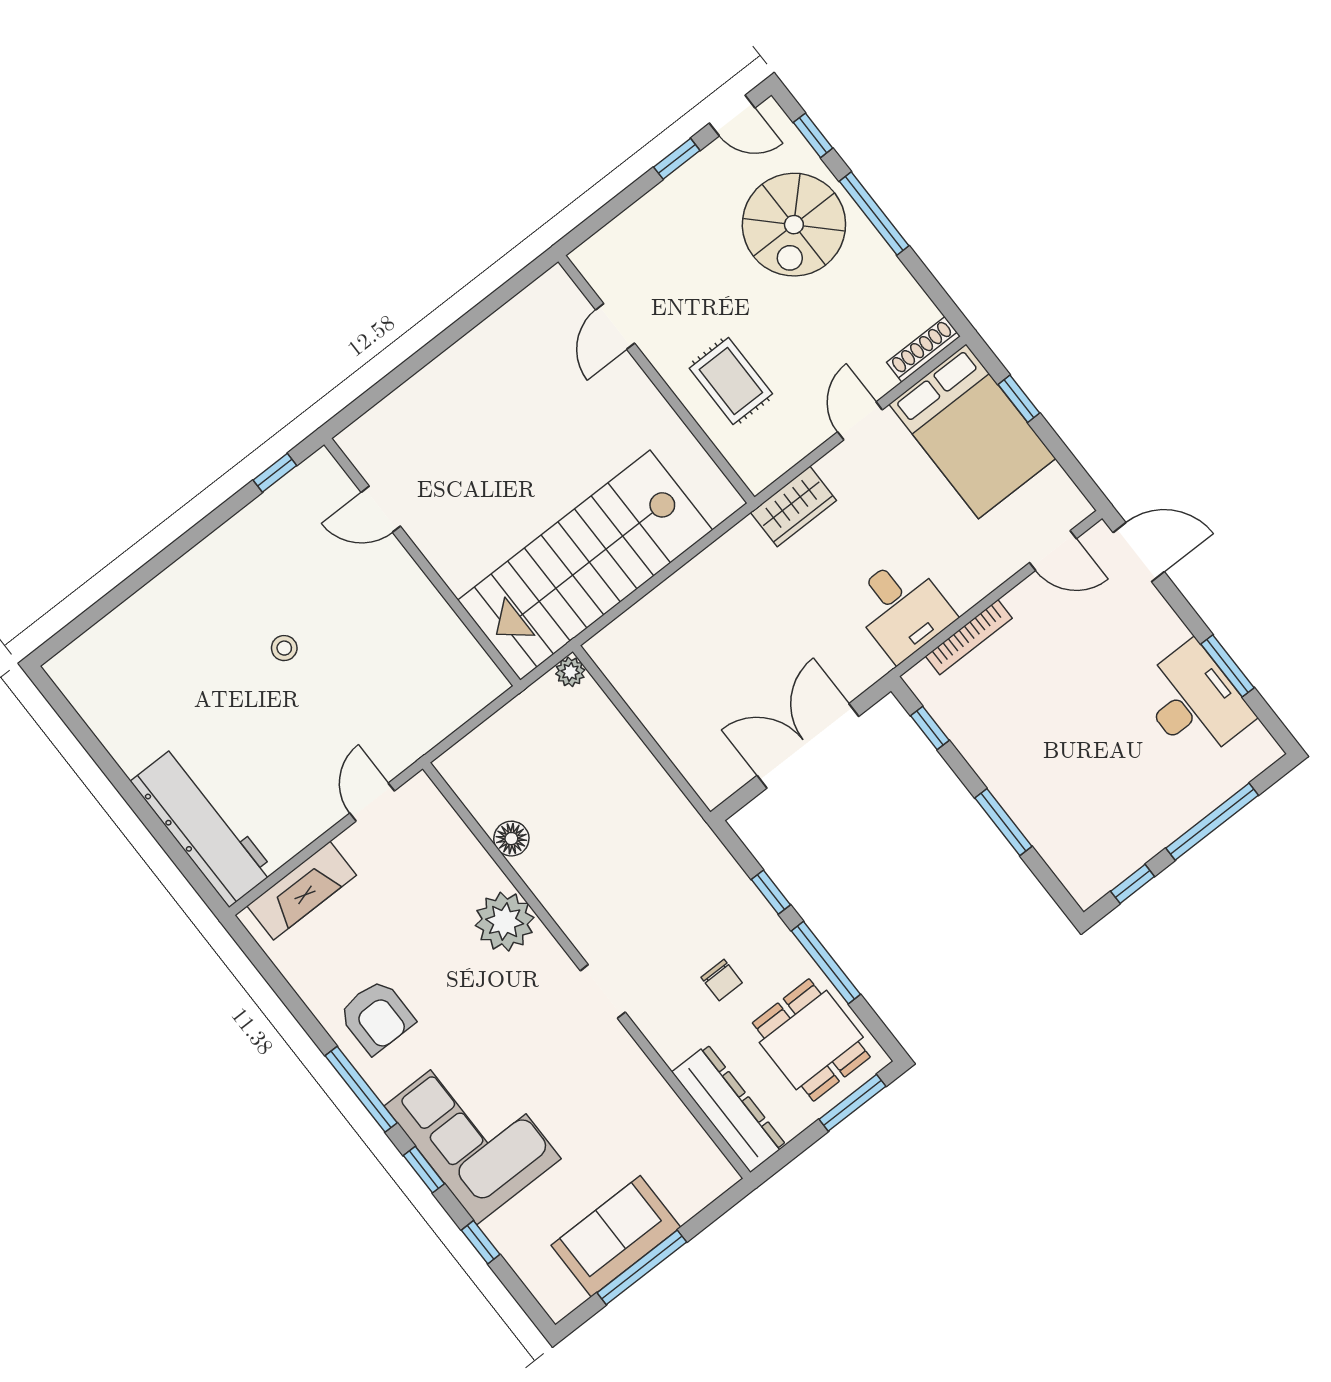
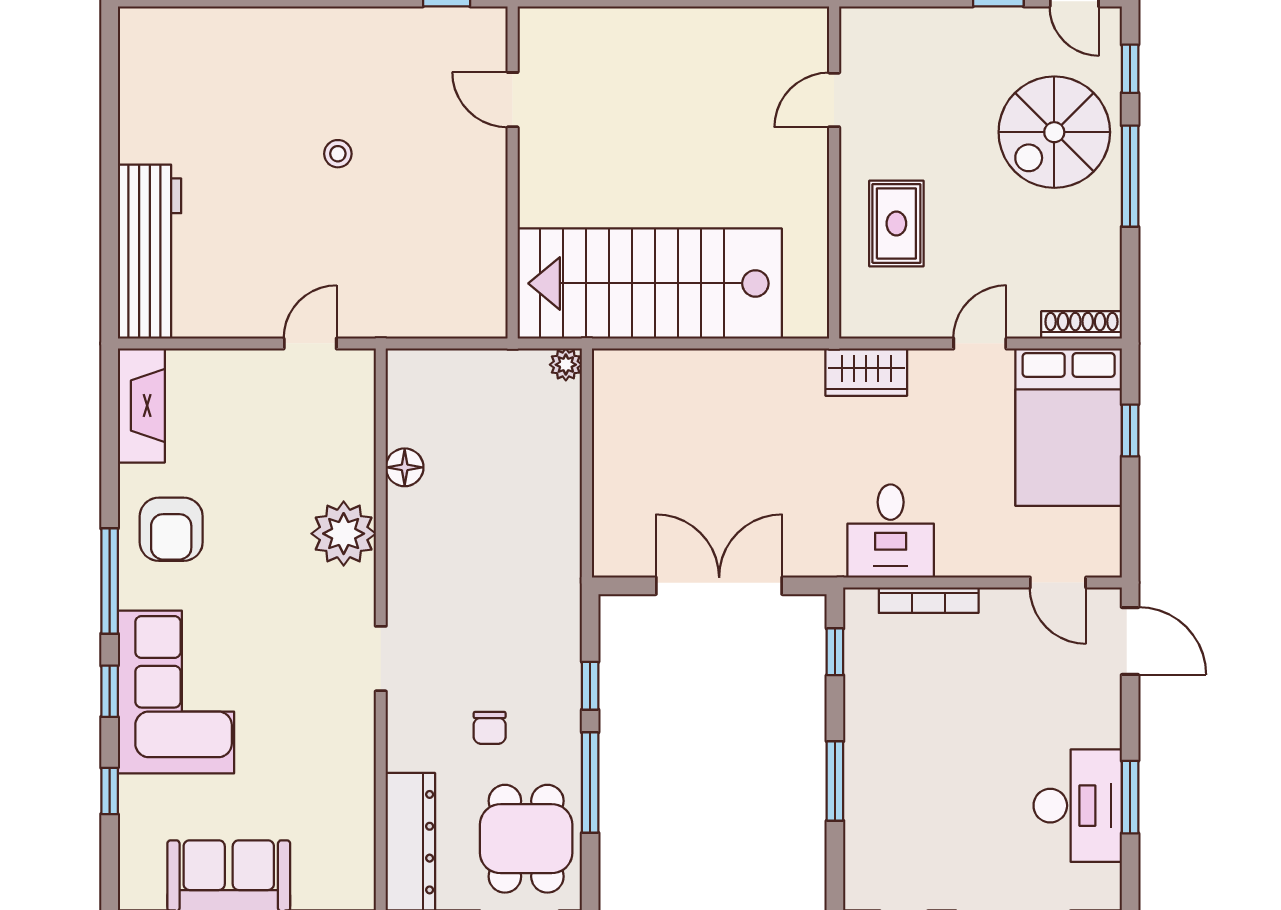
fireplace: (302, 890) -> (141, 406), moved, turned -90

